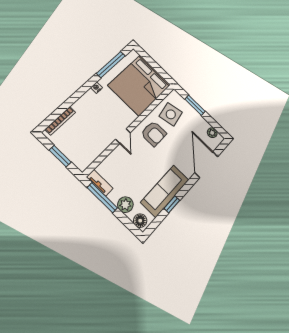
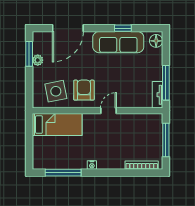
bed: (140, 85) -> (57, 125), width x0.49
window: (195, 105) -> (29, 54), moved
plant: (212, 133) -> (38, 60), moved
window: (60, 156) -> (166, 140), width x1.44
plant: (125, 205) -> (155, 62), removed

